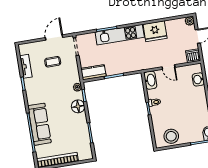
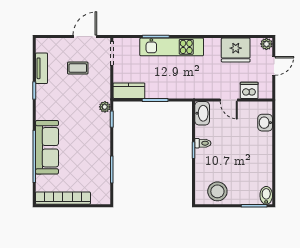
fridge: (155, 31) -> (236, 50), moved
dishwasher: (193, 56) -> (249, 90), moved
floor lamp: (78, 106) -> (102, 132), removed

